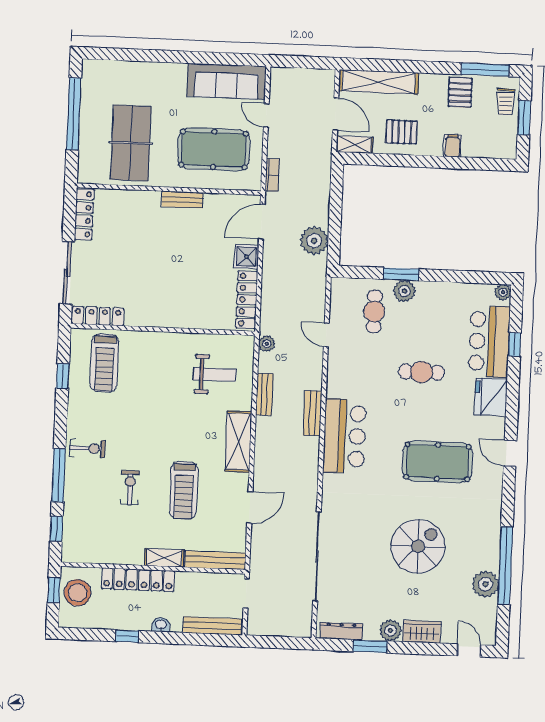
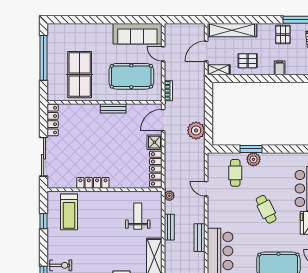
door: (336, 114) -> (206, 51), swing flipped
locker: (98, 316) -> (93, 183), moved
cafe table: (421, 372) -> (266, 209), turned 63
weight bench: (215, 375) -> (138, 216), turned -90

